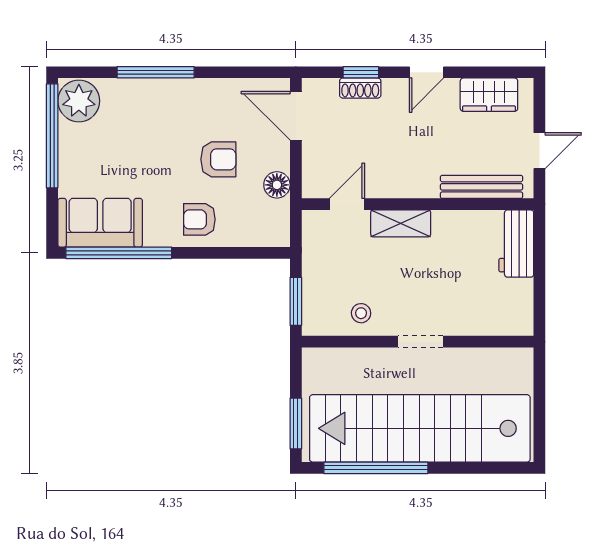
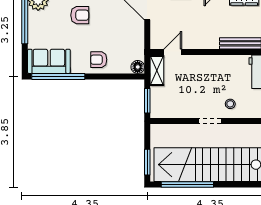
armchair: (218, 159) -> (80, 15), moved
floor lamp: (277, 185) -> (138, 67), moved
shelving: (401, 223) -> (157, 70), moved, turned 90
stool: (361, 313) -> (230, 104), moved

